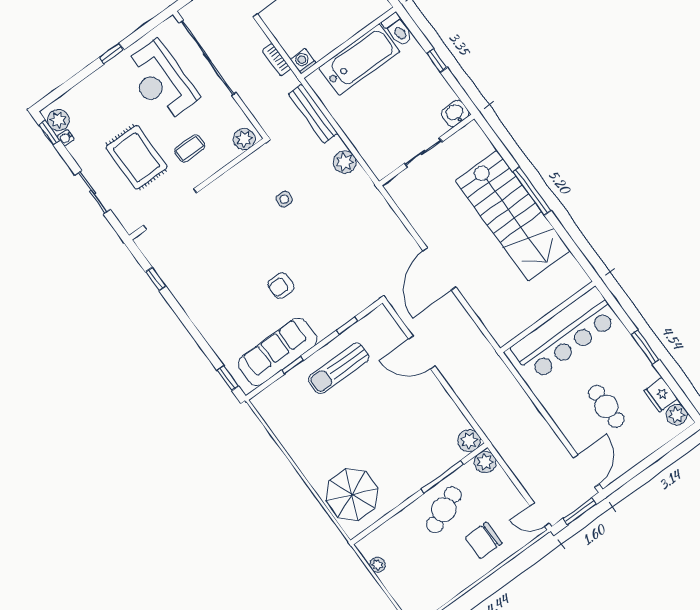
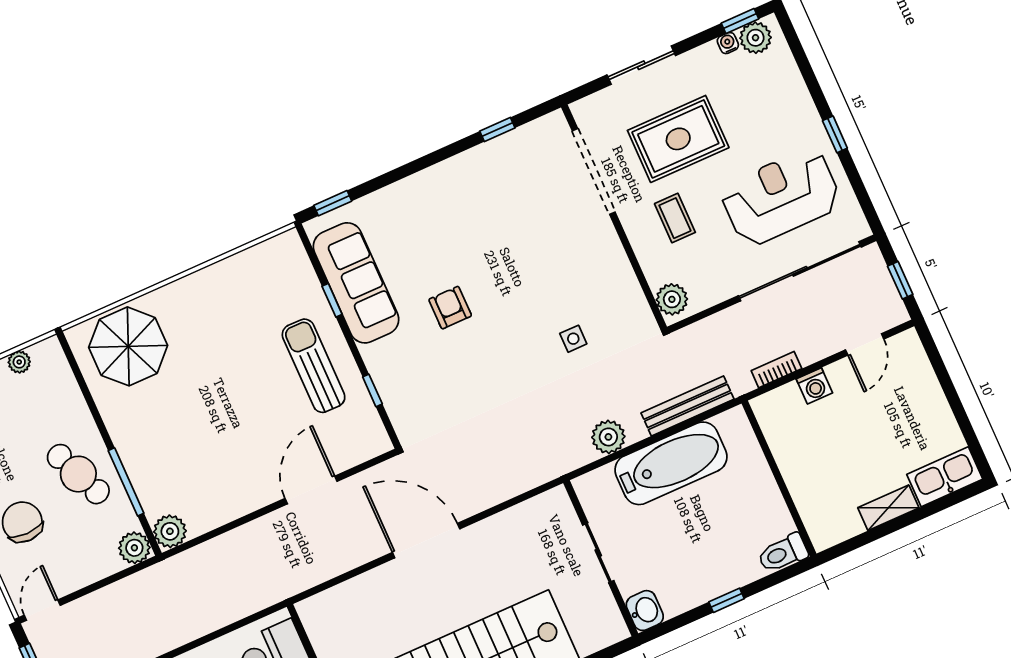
bathtub: (359, 60) -> (671, 463), moved, turned -90
washing machine: (303, 61) -> (814, 386), moved, turned 90

